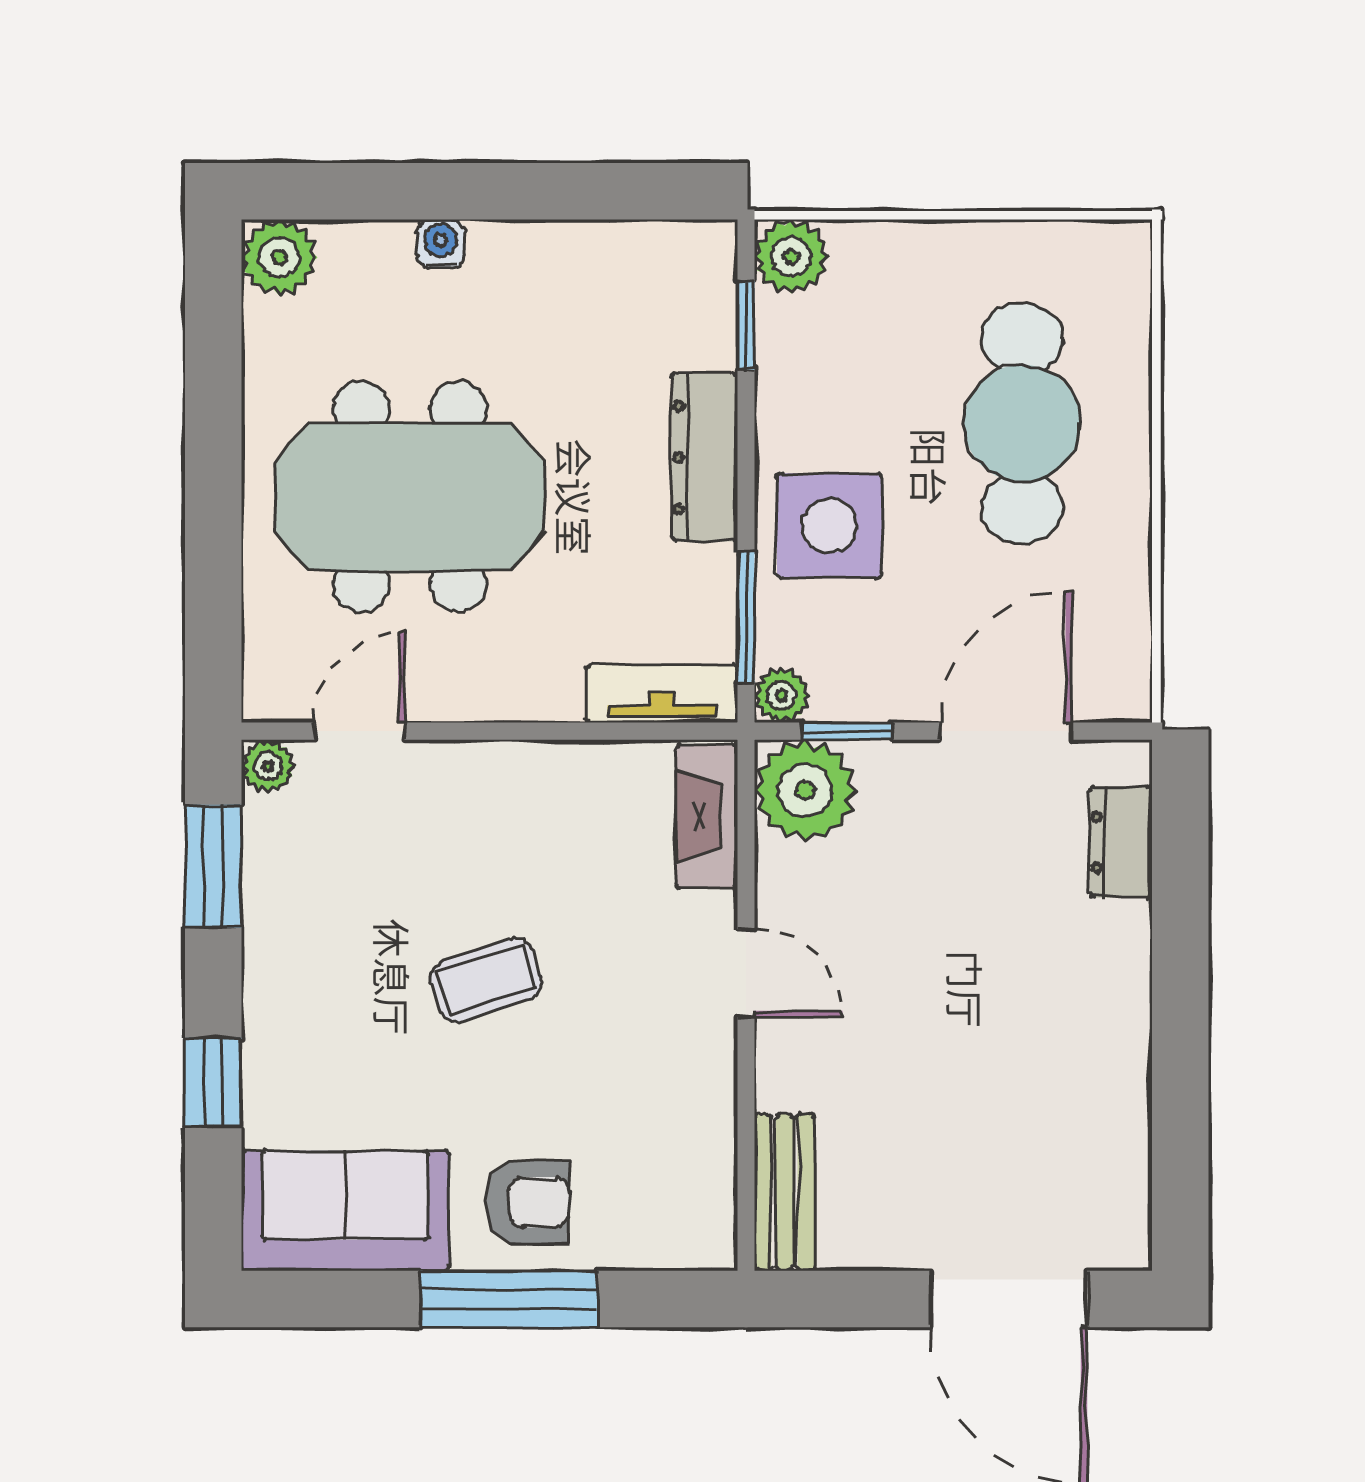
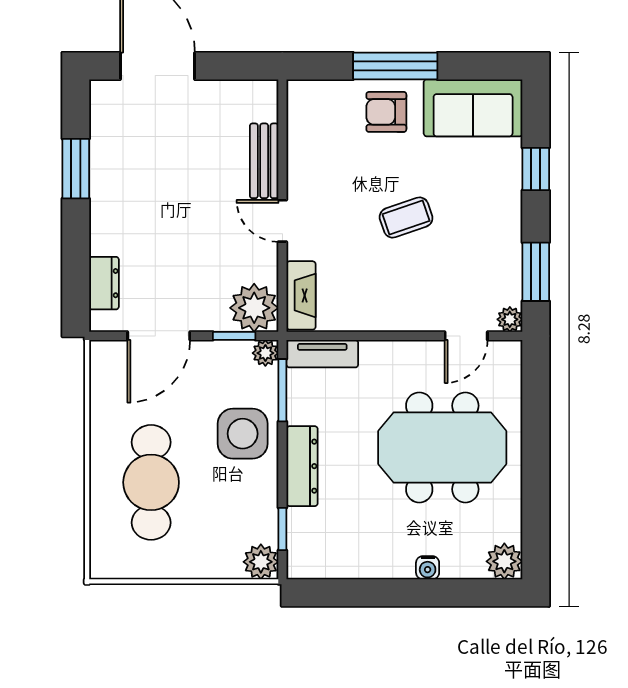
window: (1180, 1083) -> (76, 169), added
bench: (784, 1192) -> (264, 161), moved

